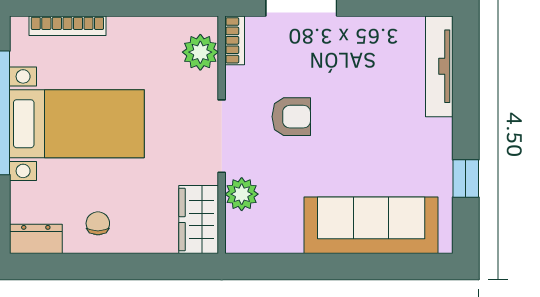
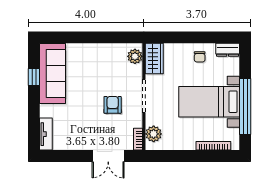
tv unit: (439, 66) -> (46, 134), width x0.71
armchair: (291, 117) -> (113, 105), turned 90
plant: (242, 194) -> (135, 56), moved
sofa: (371, 225) -> (53, 74), moved, turned -90

